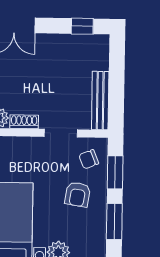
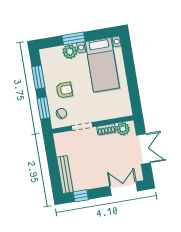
bench: (100, 101) -> (65, 175), moved
armchair: (78, 194) -> (64, 90), turned 81

